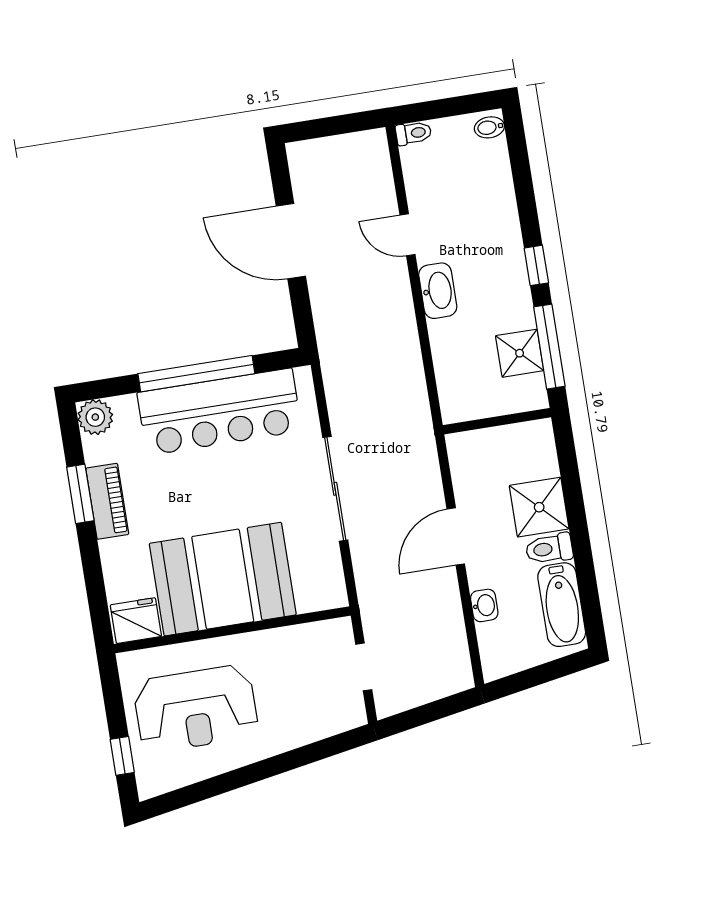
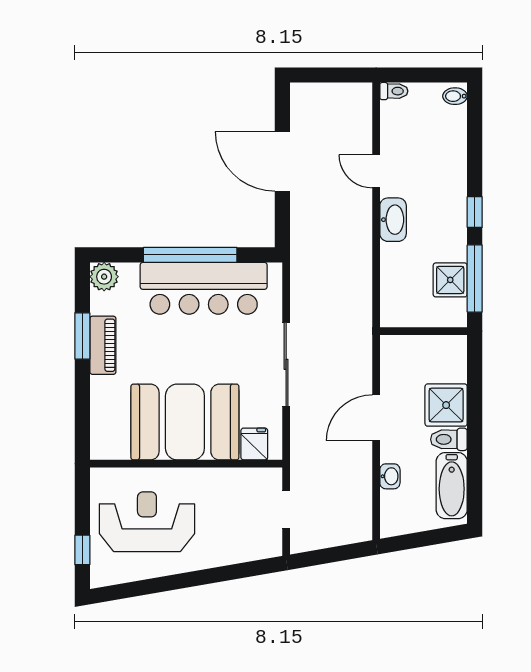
fridge: (136, 621) -> (254, 444), moved, width x0.72
reception desk: (196, 709) -> (147, 522), turned 180

